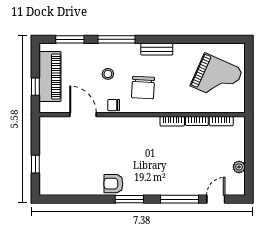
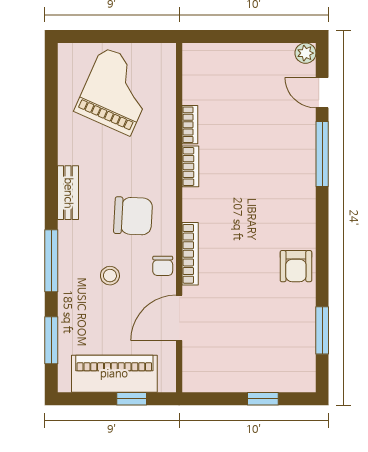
bookcase: (221, 121) -> (190, 254), moved, width x1.56
plant: (239, 167) -> (305, 53), moved
window: (129, 199) -> (322, 330), moved

